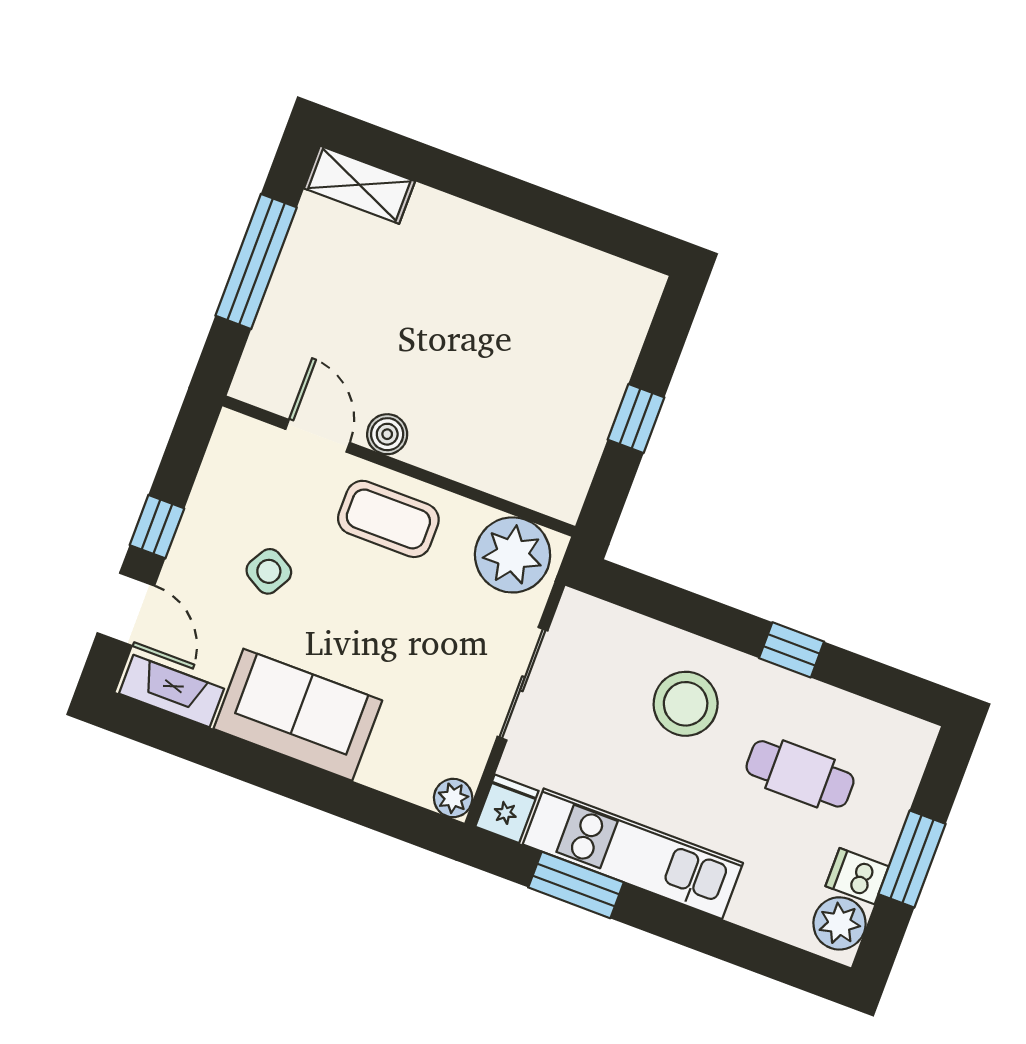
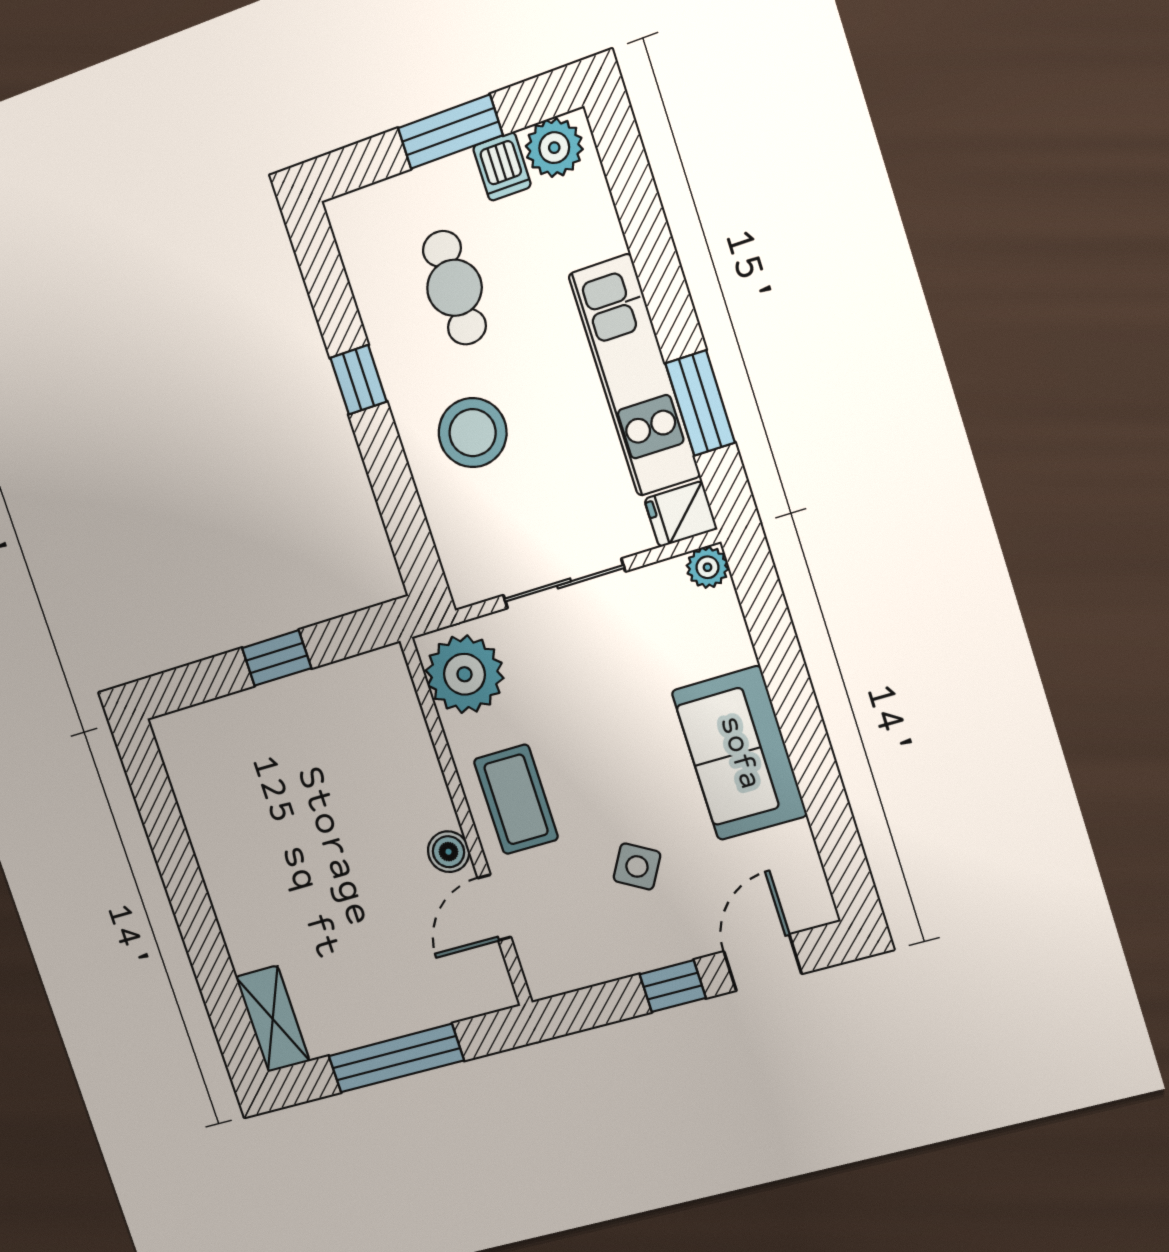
fireplace: (172, 691) -> (803, 875), removed

